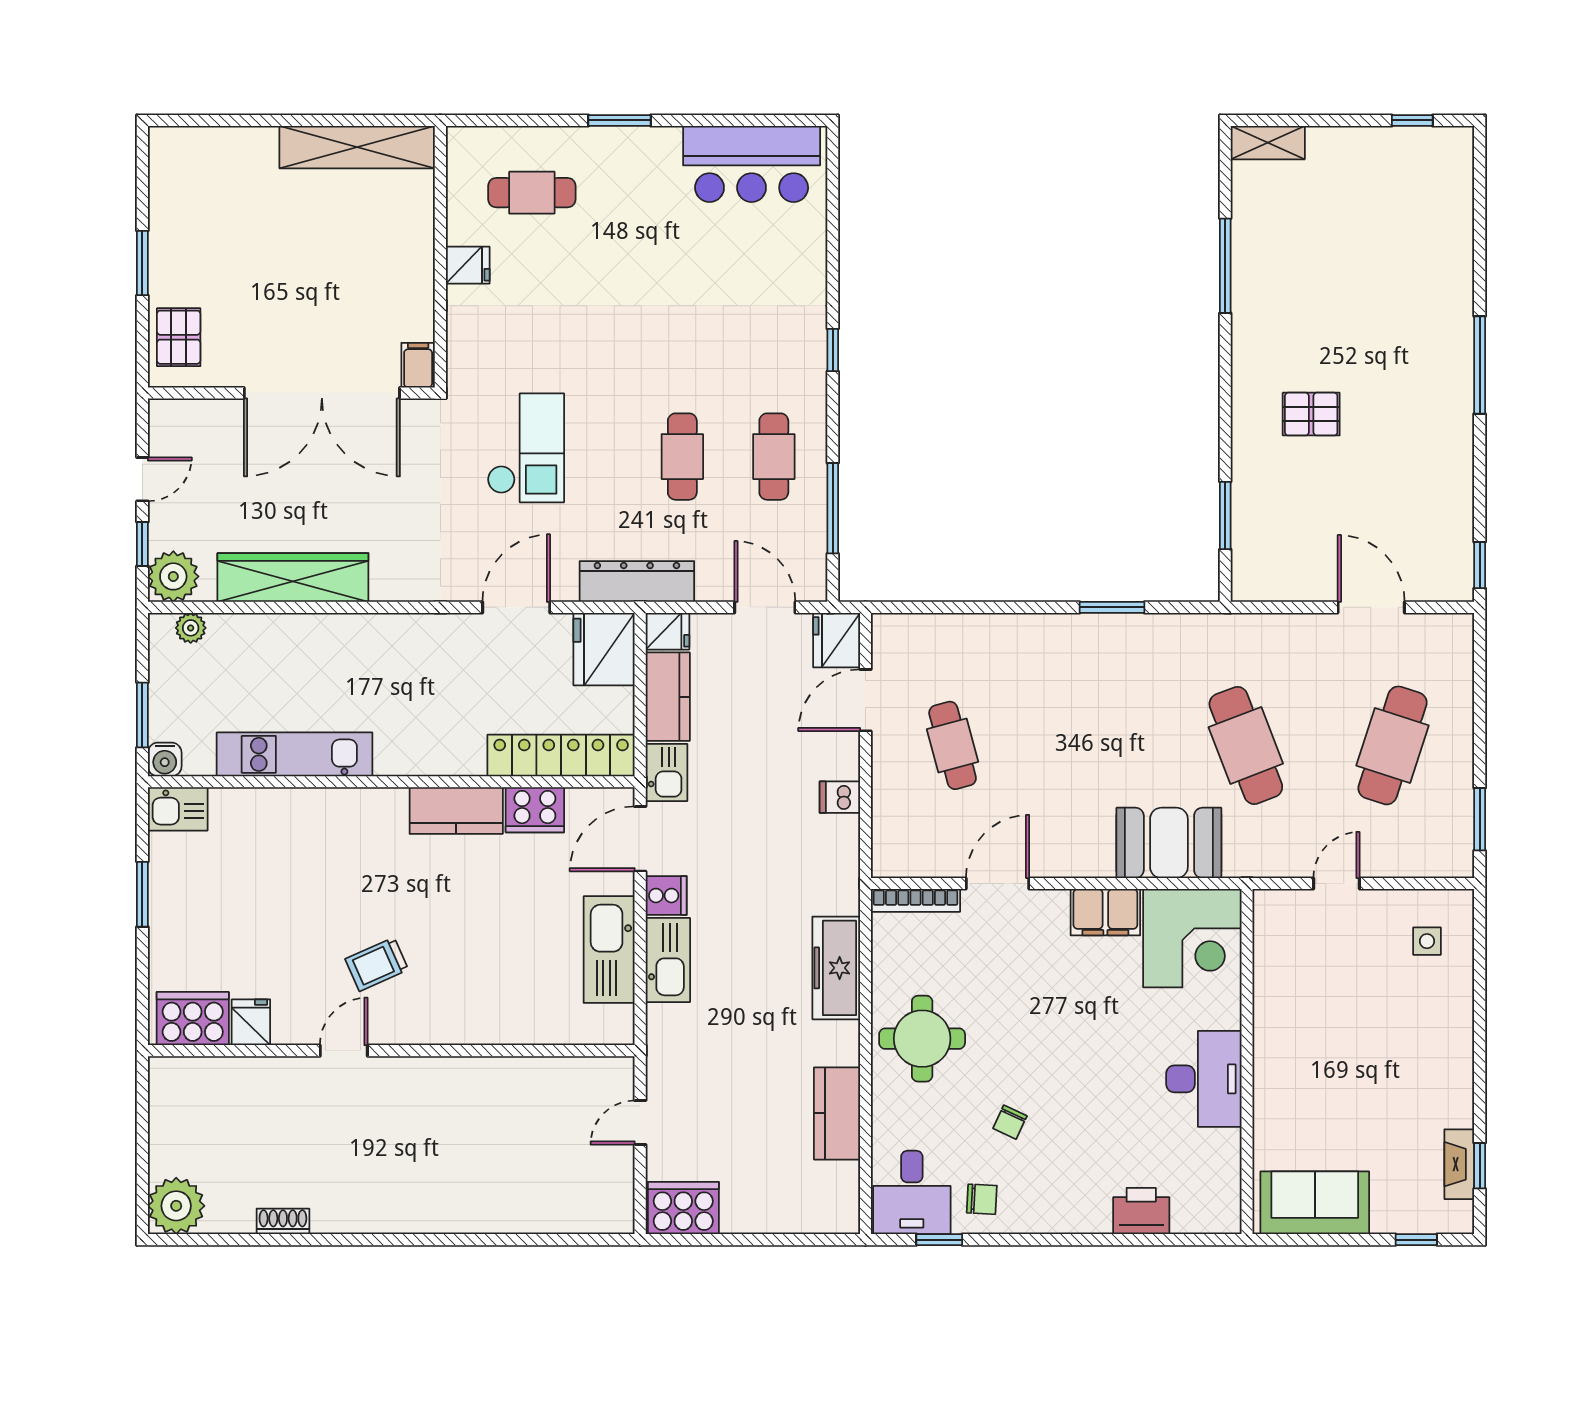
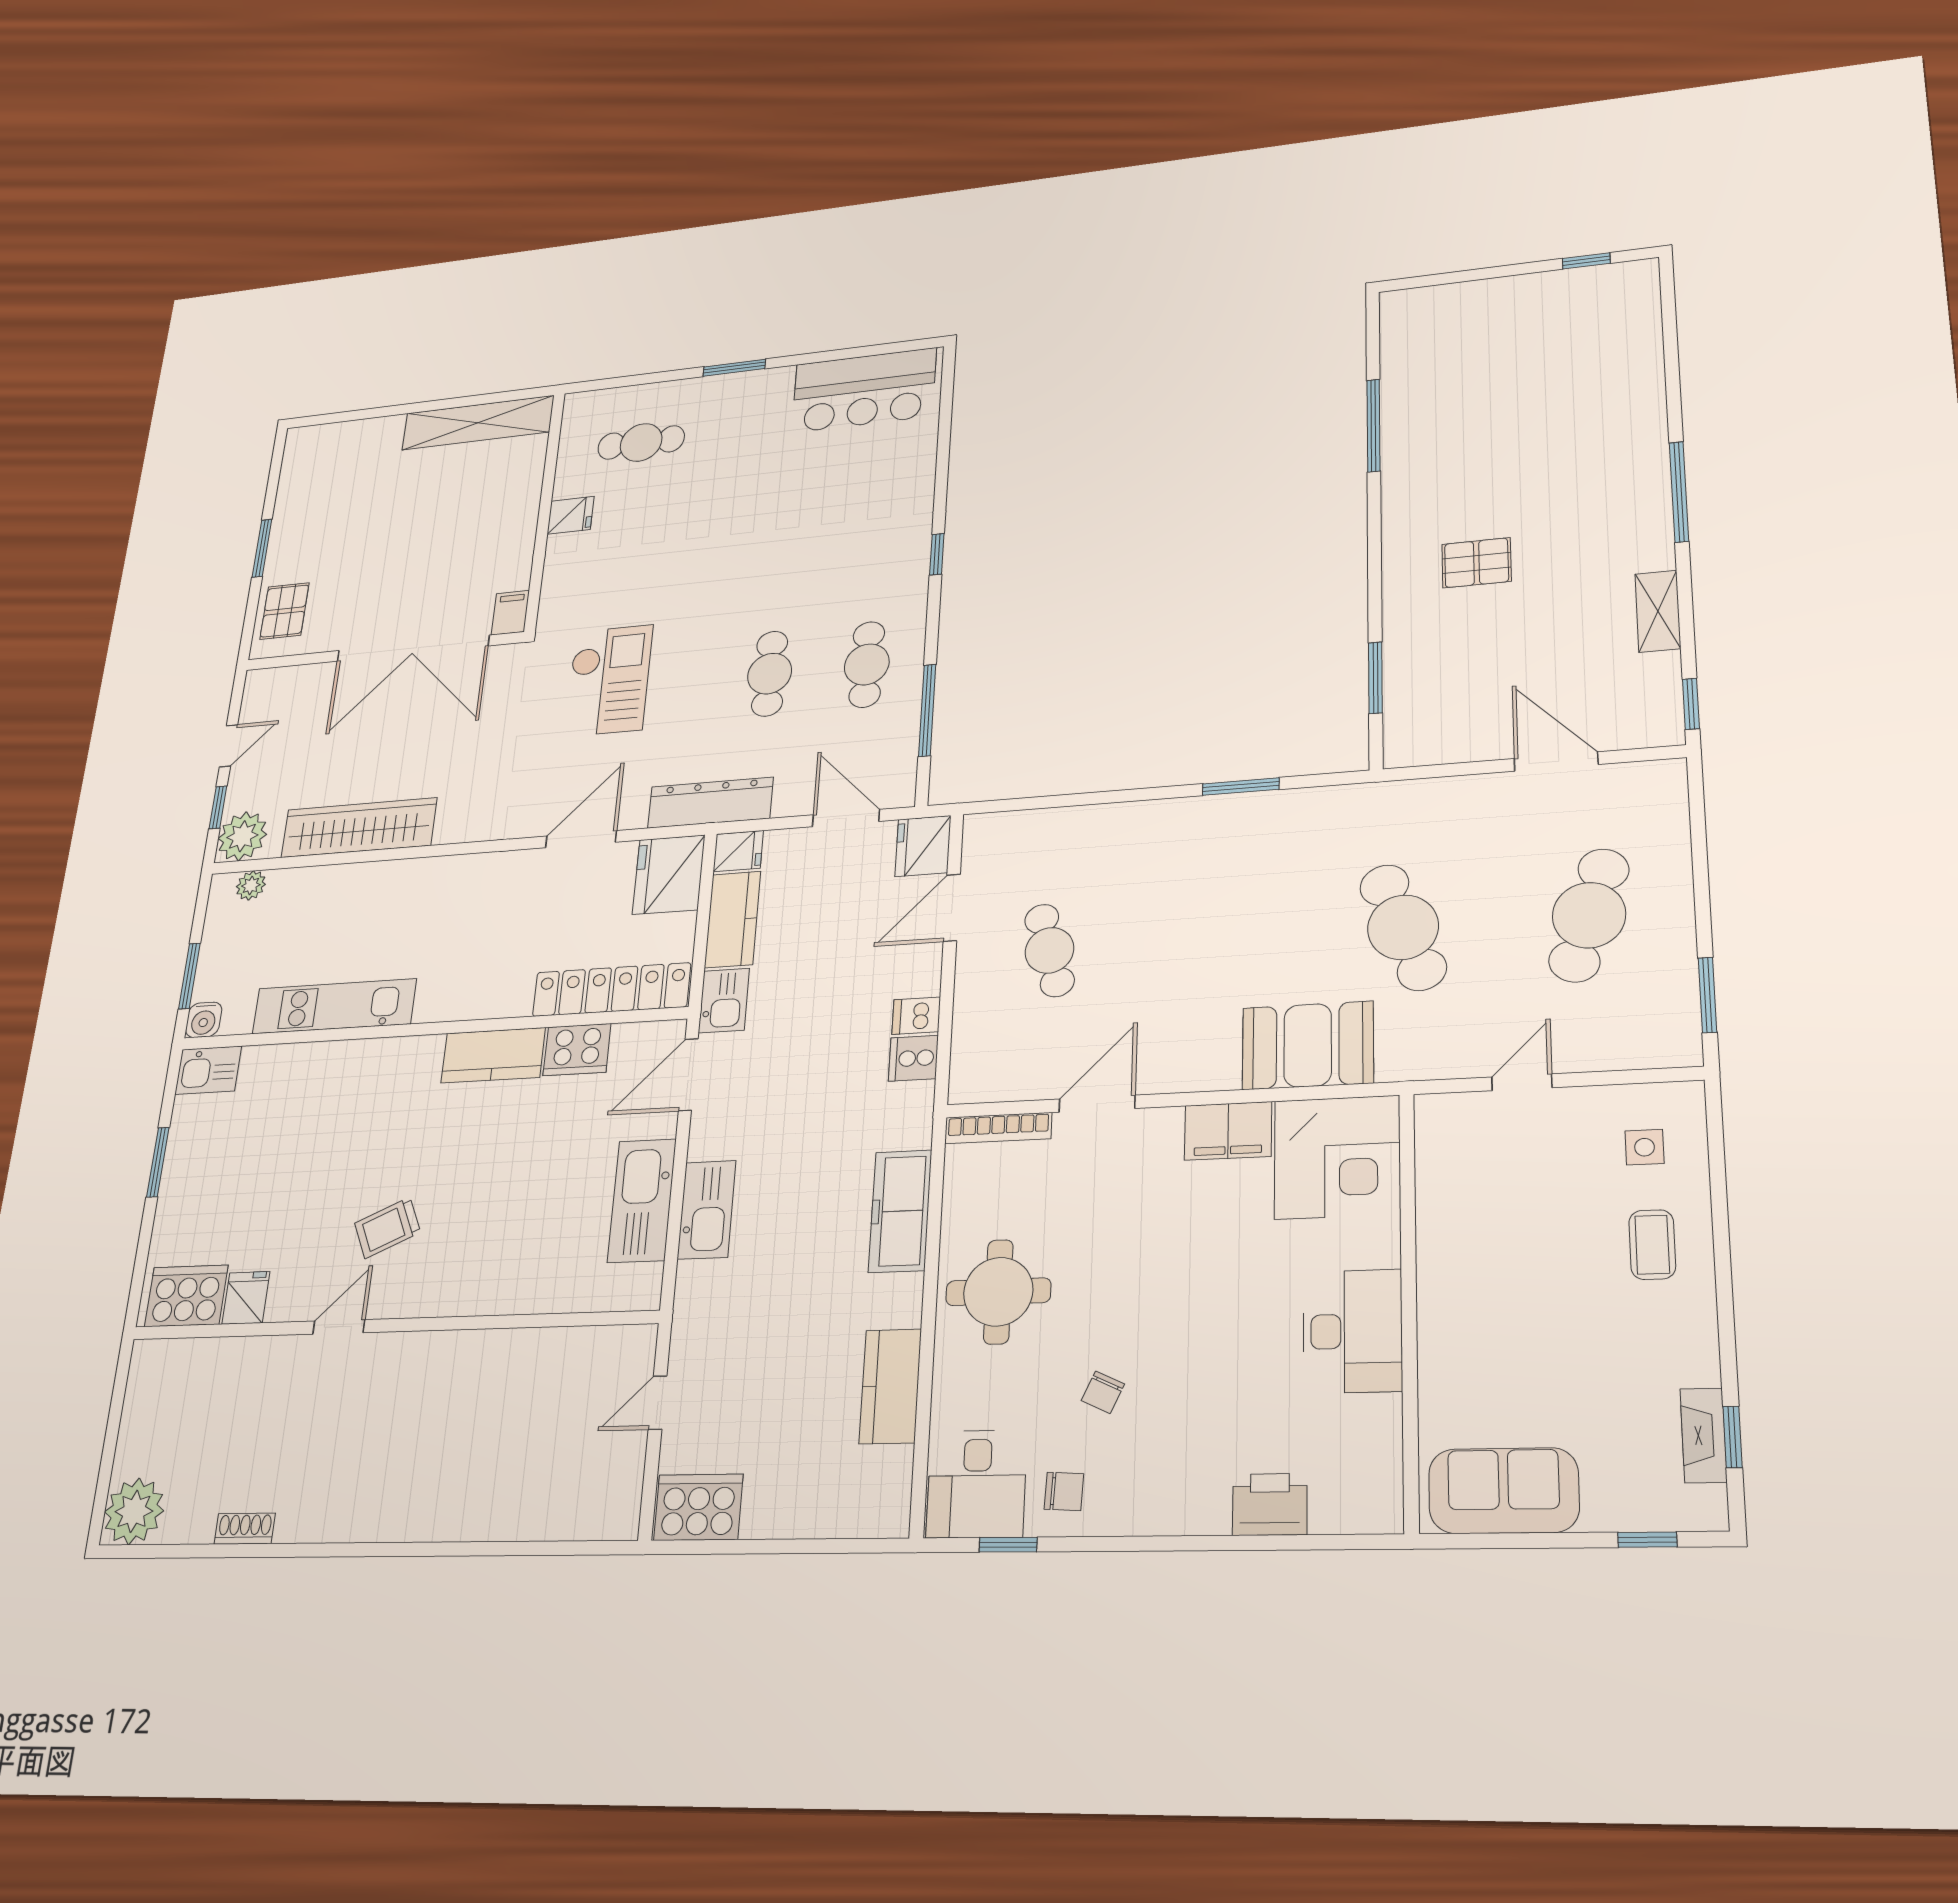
shelving: (1268, 143) -> (1658, 611), moved, turned 90
cooker: (666, 896) -> (913, 1058), moved, turned 180
coffee table: (1429, 1018) -> (1652, 1245), added

